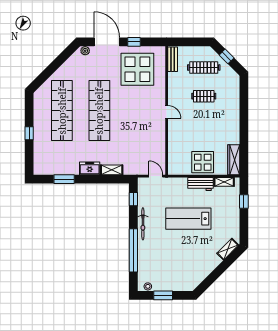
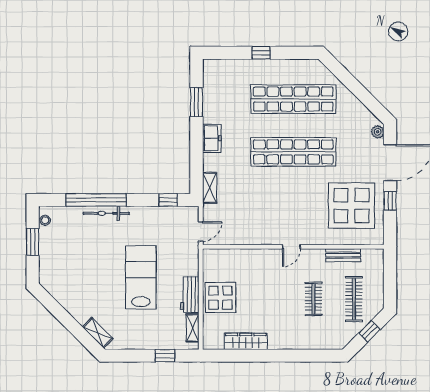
bench: (173, 59) -> (343, 255), moved
wardrobe: (234, 160) -> (246, 341), moved
shelving: (112, 170) -> (210, 188), moved
bicycle: (143, 224) -> (106, 213), moved

